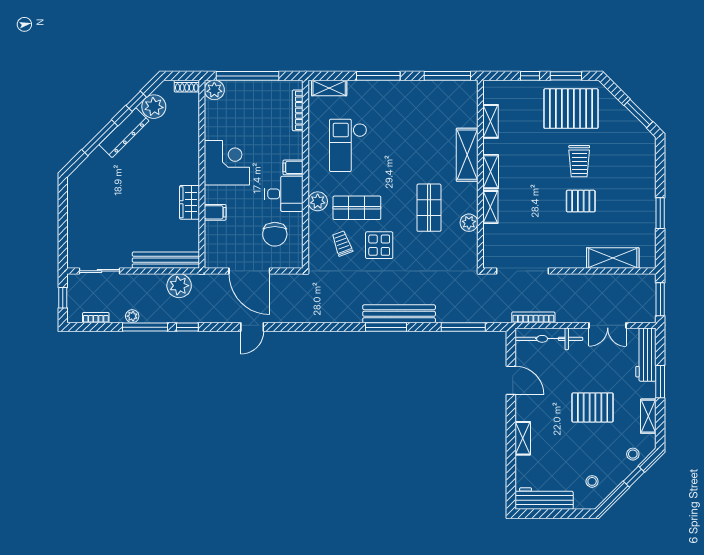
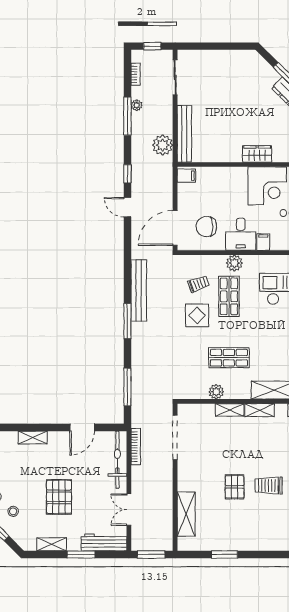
wardrobe: (190, 202) -> (257, 154), moved
filing cabinet: (215, 212) -> (186, 176), moved, turned -90
door: (249, 271) -> (175, 228), moved
bench: (399, 314) -> (139, 290), moved
window: (187, 327) -> (127, 174), moved
stool: (633, 454) -> (13, 511), moved

